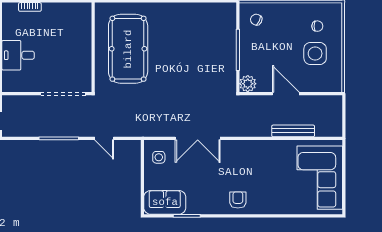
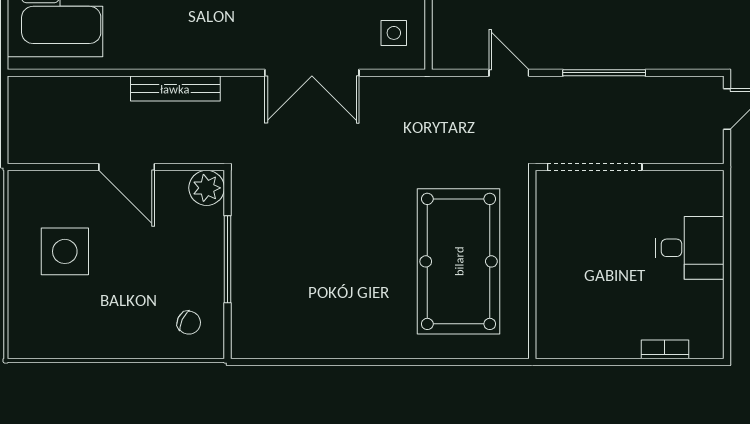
chair: (317, 26) -> (60, 309), removed
bench: (293, 131) -> (175, 89), moved
double door: (198, 138) -> (312, 73), swing flipped

